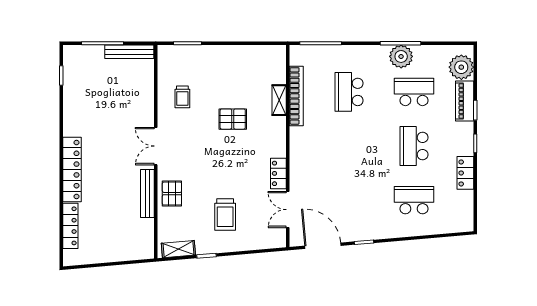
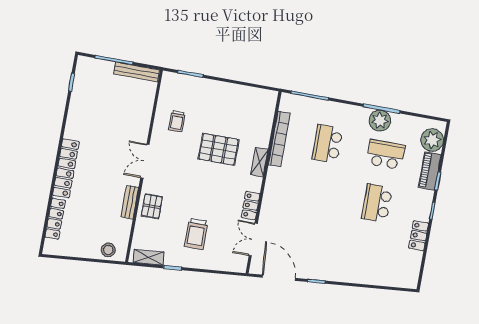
shelving: (279, 100) -> (259, 162), moved
pallet: (233, 119) -> (218, 149), width x1.50, depth x1.42
bench: (147, 194) -> (130, 202), width x0.73
school desk: (414, 200) -> (368, 252), removed
stool: (134, 249) -> (108, 250), added

